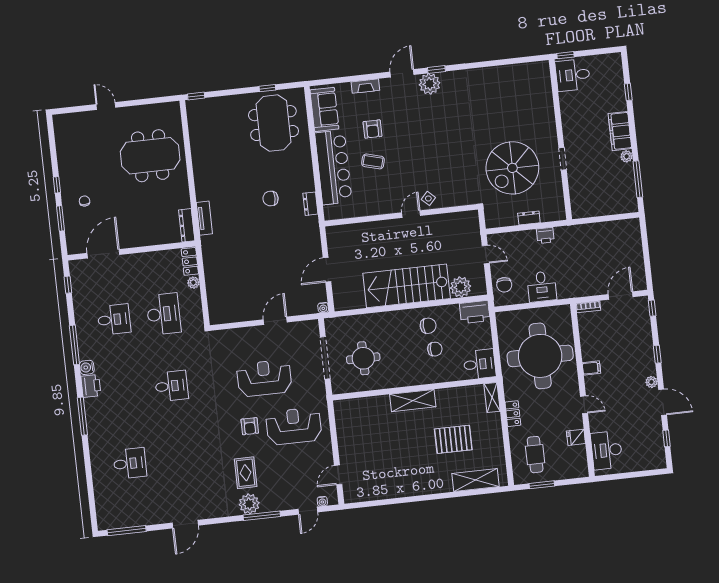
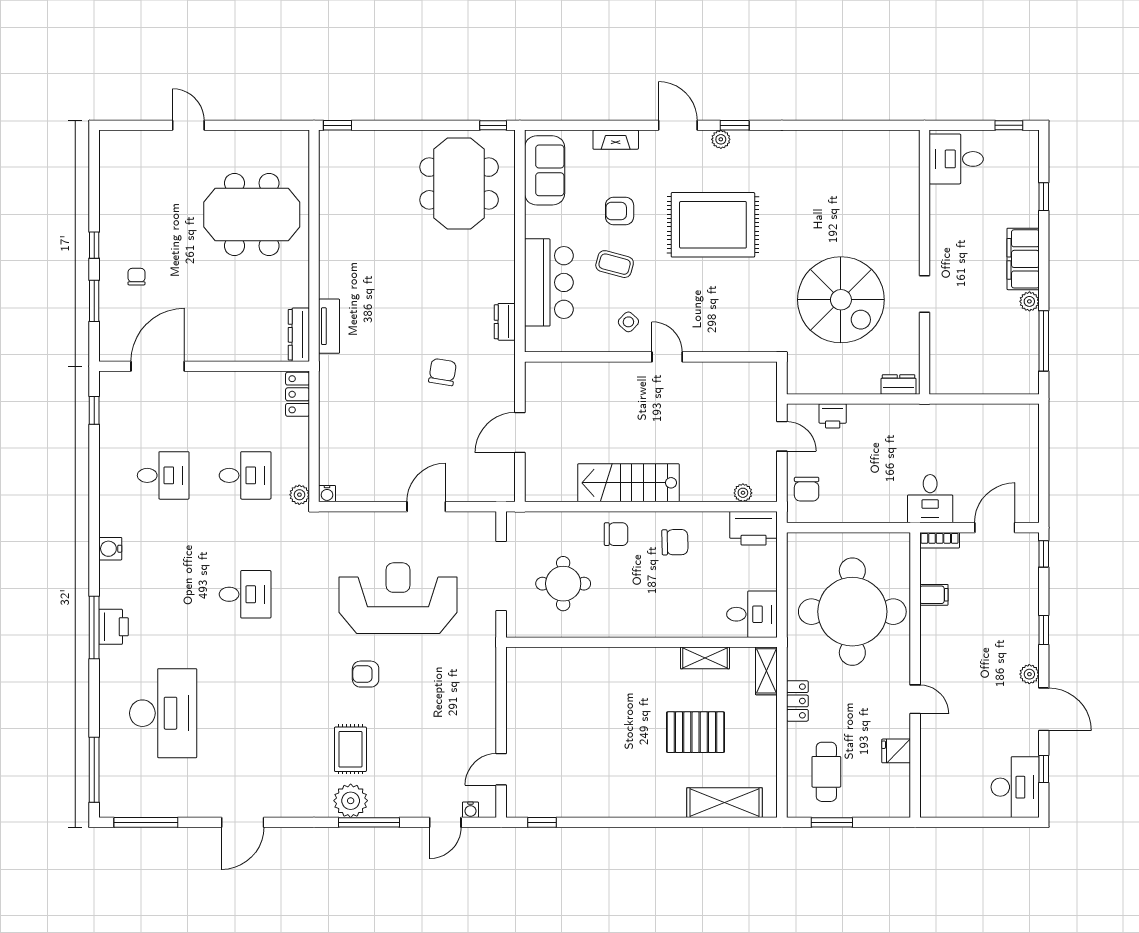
window: (565, 55) -> (1009, 125), moved
door: (402, 73) -> (678, 125), hinge flipped
plant: (430, 84) -> (721, 139), width x0.53, depth x0.53
window: (267, 88) -> (493, 125), moved
armchair: (372, 129) -> (620, 211), turned 90
rug: (430, 131) -> (713, 225), added
bar counter: (333, 167) -> (549, 282), width x0.73
spiral stairs: (512, 168) -> (841, 300), turned -90
chair: (270, 198) -> (442, 372), moved, turned 99
side table: (428, 198) -> (628, 322), moved
door: (411, 214) -> (667, 357), hinge flipped
dresser: (529, 218) -> (899, 384), moved
printer: (545, 235) -> (833, 416), moved
plant: (193, 283) -> (299, 495), moved
stairs: (407, 286) -> (628, 483), width x0.73, depth x0.66
plant: (461, 287) -> (743, 493), width x0.53, depth x0.53
desk: (542, 287) -> (930, 499), moved
water cooler: (323, 308) -> (327, 494), moved
desk: (164, 314) -> (245, 475), width x0.73
window: (74, 345) -> (94, 770), moved
chair: (435, 349) -> (616, 534), moved
filing cabinet: (591, 368) -> (934, 595), moved
reception desk: (264, 378) -> (398, 598), width x1.36, depth x1.30
printer: (91, 386) -> (113, 627), moved
shelving: (413, 401) -> (705, 658), moved, width x0.67, depth x0.75
armchair: (250, 426) -> (366, 674), turned 90
reception desk: (294, 426) -> (437, 682), removed
desk: (607, 450) -> (1015, 787), moved, turned 180
desk: (130, 463) -> (163, 713), width x1.87, depth x1.30
window: (366, 504) -> (542, 822), added

